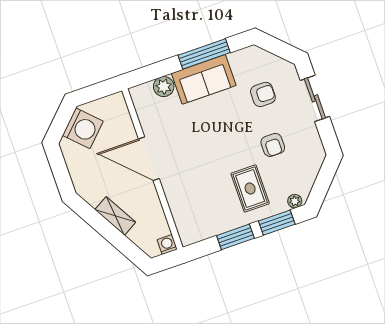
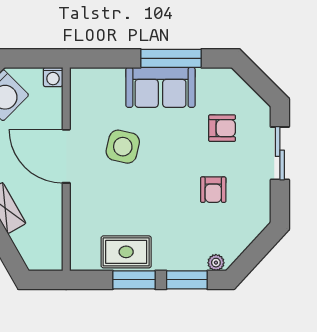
plant: (164, 87) -> (112, 80), removed
side table: (190, 136) -> (123, 147), added
rug: (250, 188) -> (126, 252), moved, turned 90
washing machine: (167, 244) -> (53, 77), moved, turned 180

